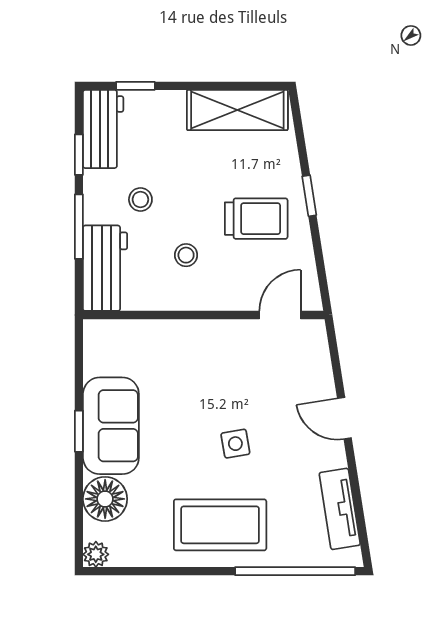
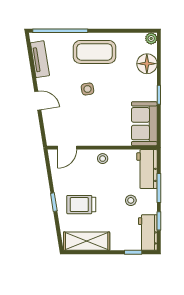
trolley: (256, 219) -> (81, 205), moved
stool: (186, 255) -> (103, 159), moved
sofa: (111, 426) -> (144, 124), moved

